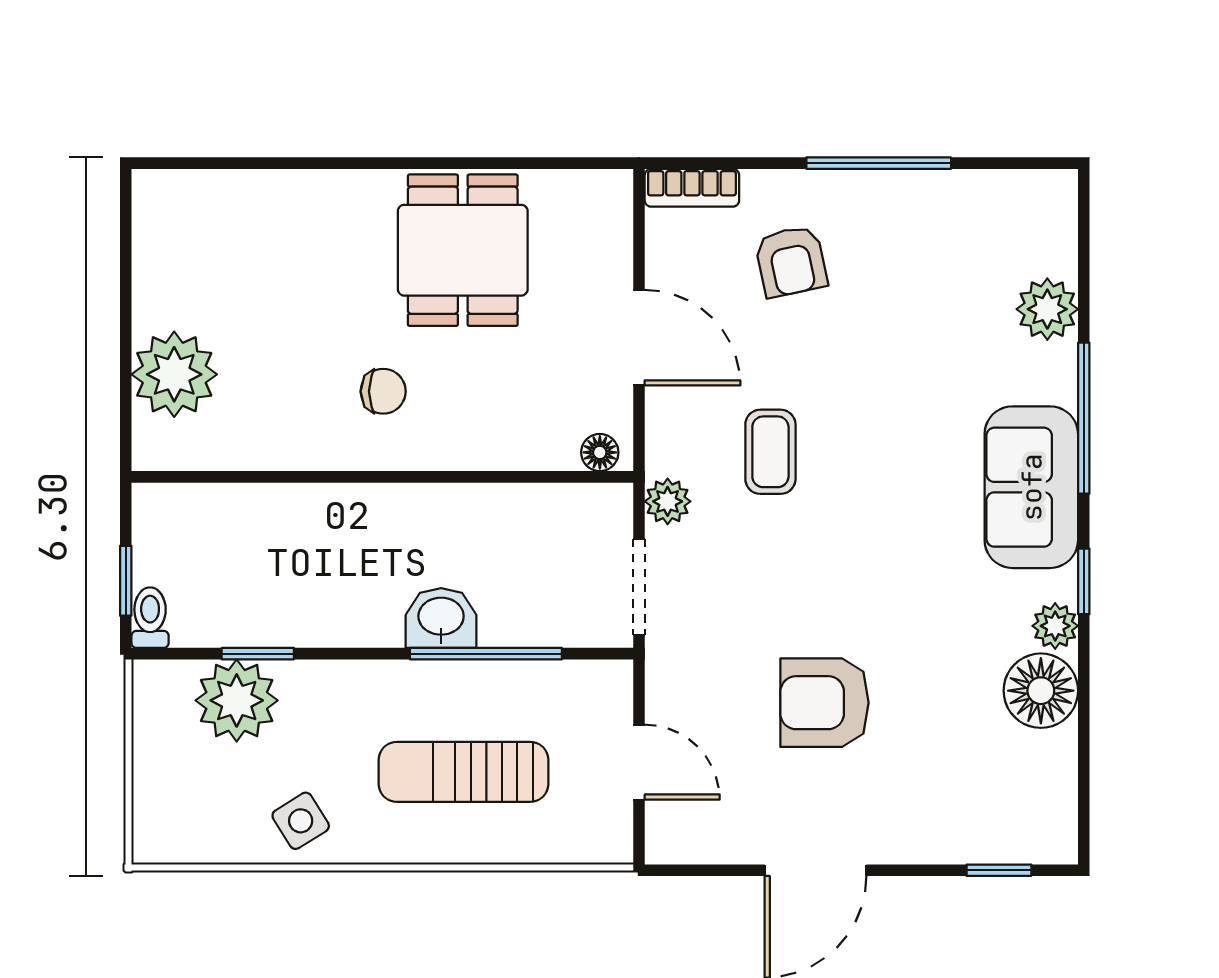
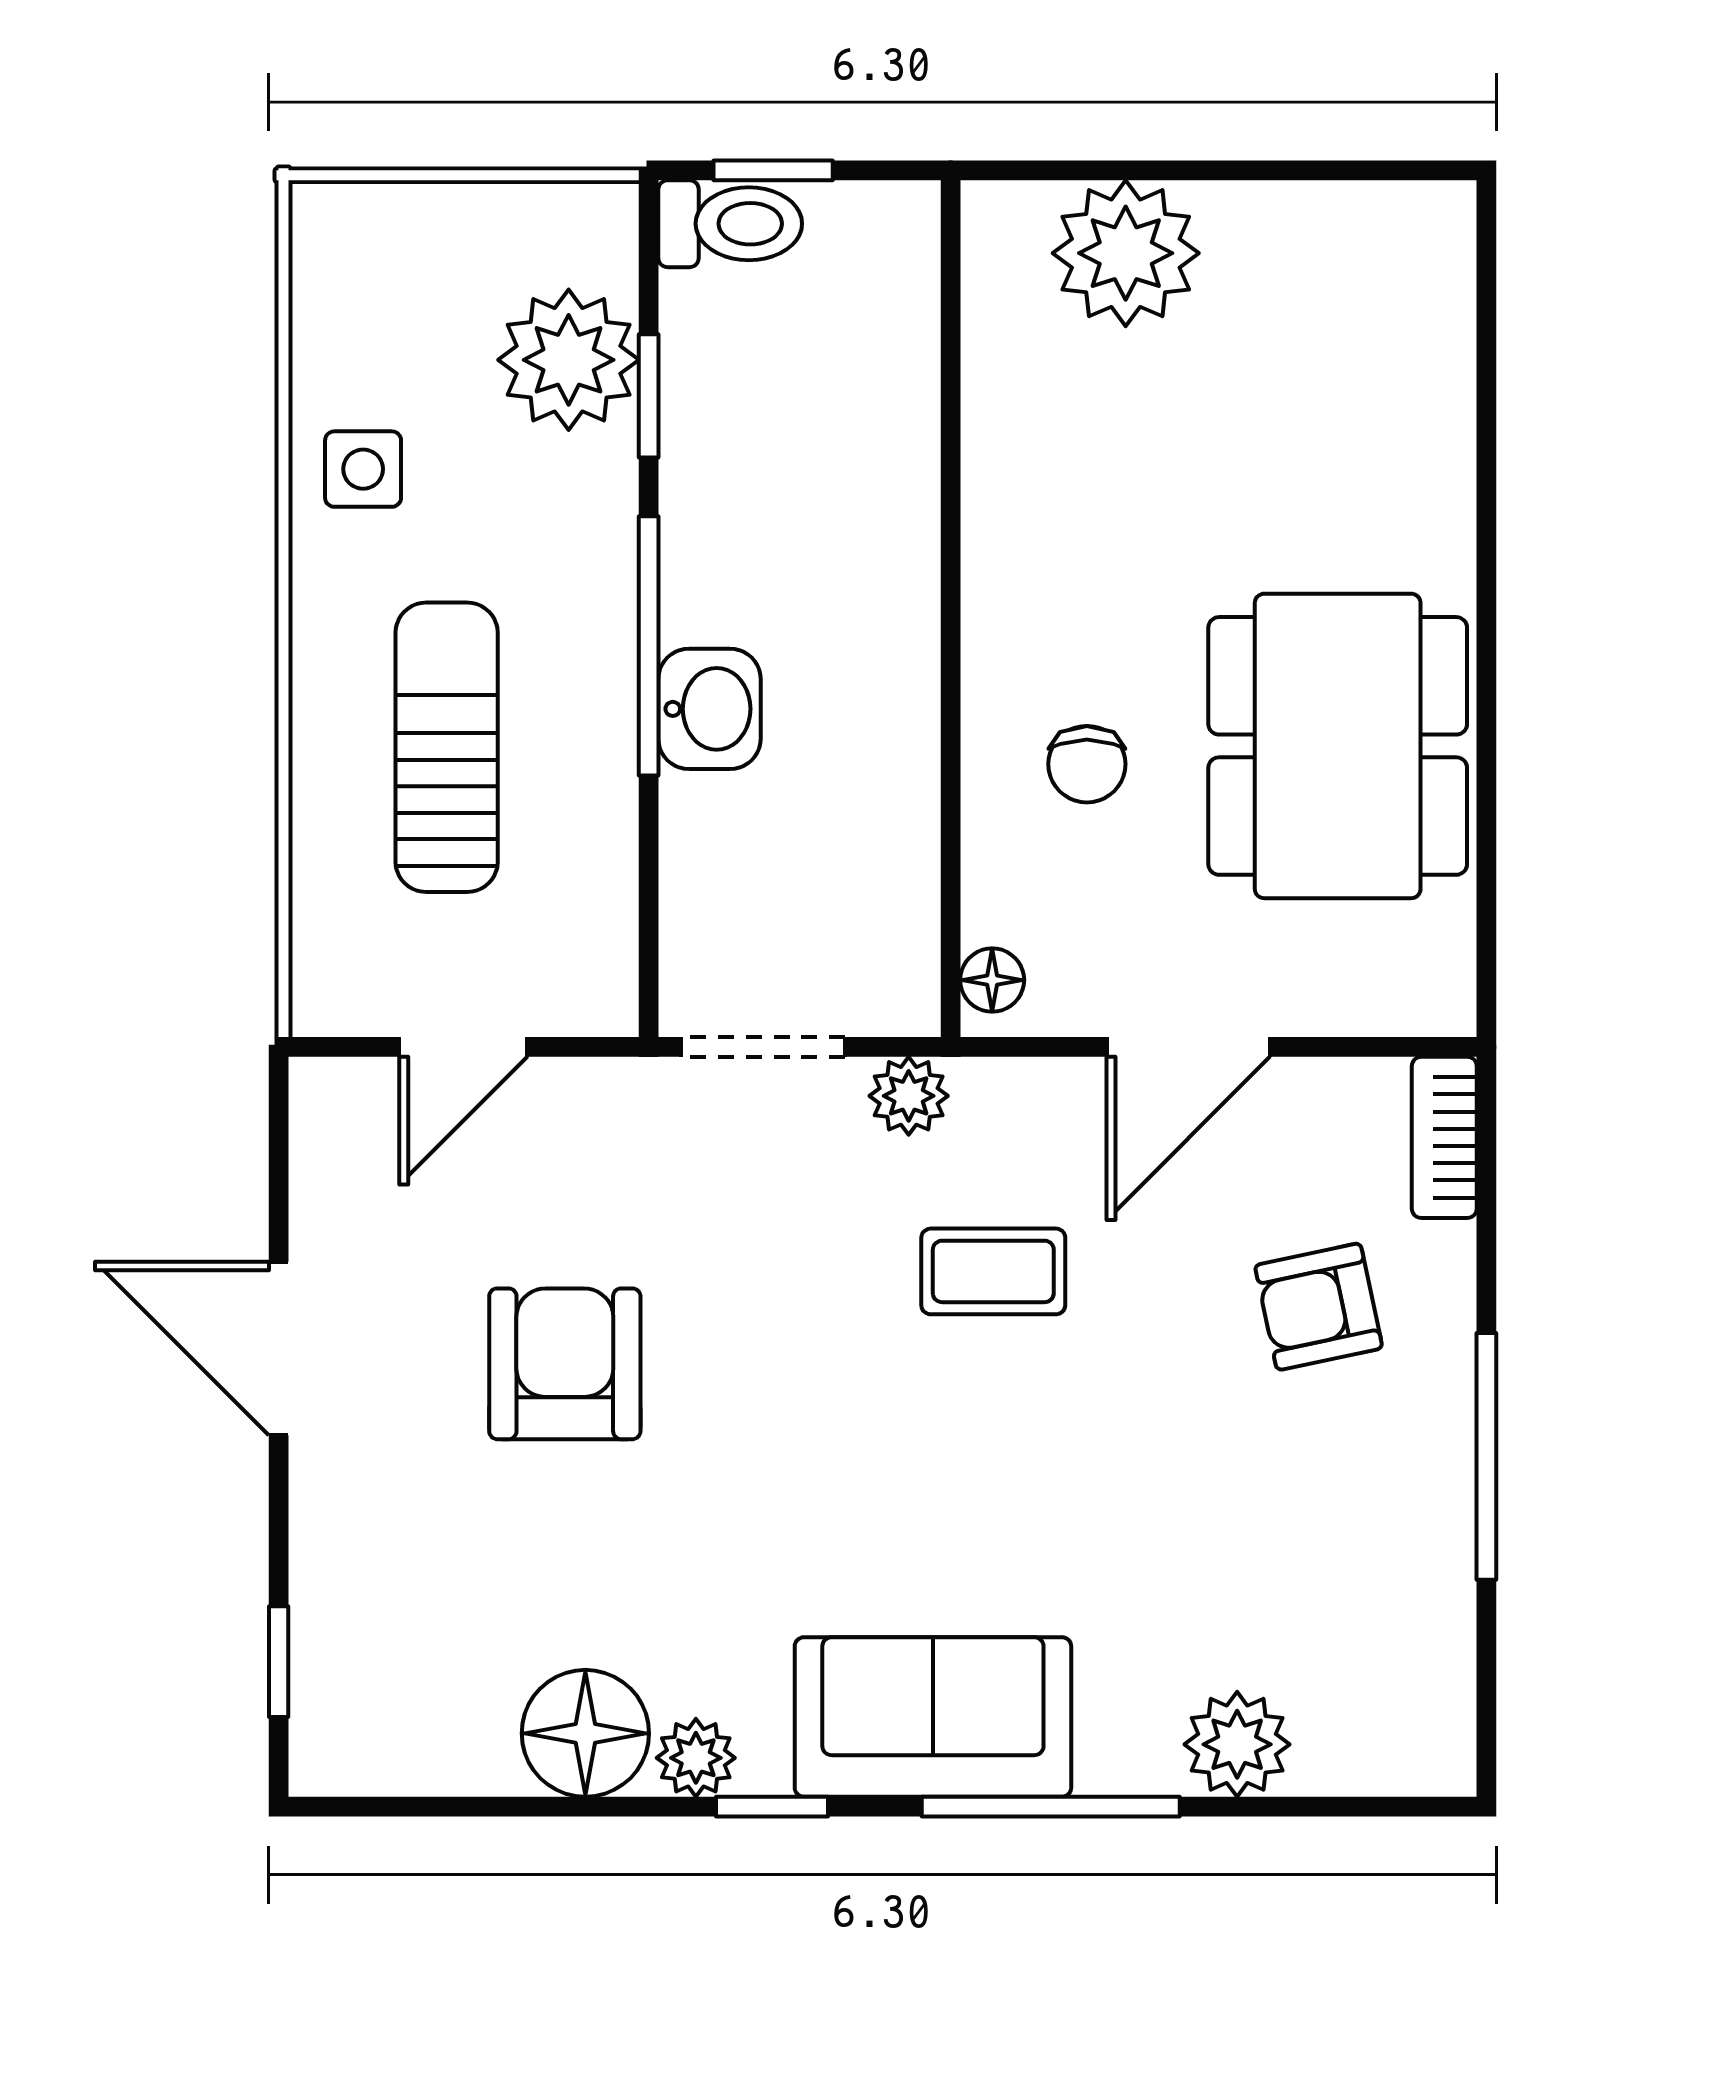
dining table: (463, 250) -> (1338, 746), width x1.38
chair: (383, 391) -> (1087, 764), moved
toilet: (150, 618) -> (730, 224), width x1.37, depth x1.39
window: (486, 654) -> (649, 646), moved
side table: (301, 821) -> (363, 469), turned 32

